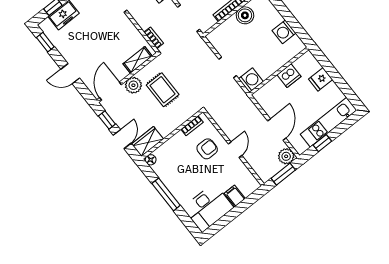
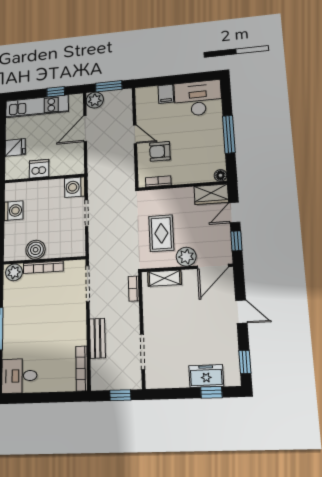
door: (235, 150) -> (135, 134), swing flipped

